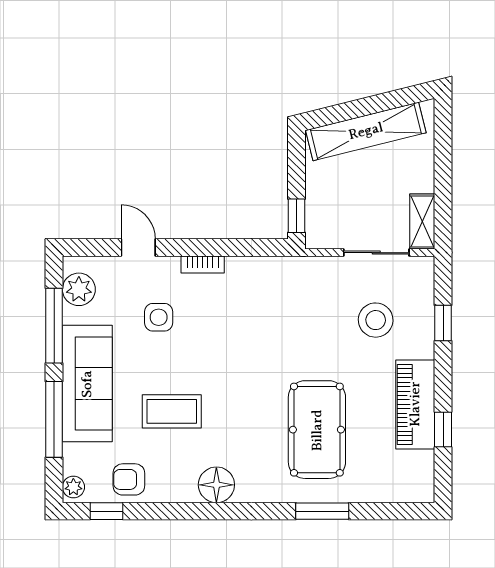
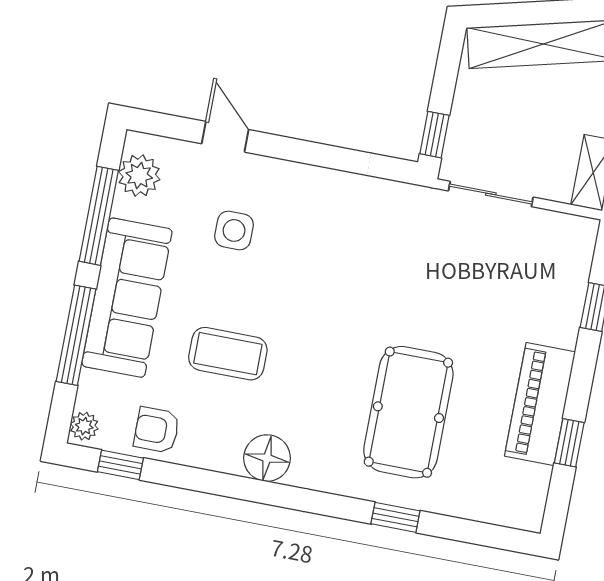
sliding door: (376, 253) -> (491, 194), moved
bookcase: (203, 264) -> (303, 174), removed
stool: (376, 320) -> (510, 287), removed
window: (322, 511) -> (395, 517), width x0.67

